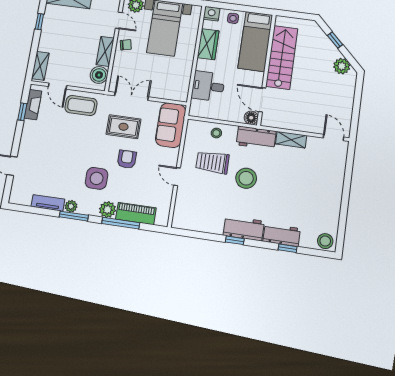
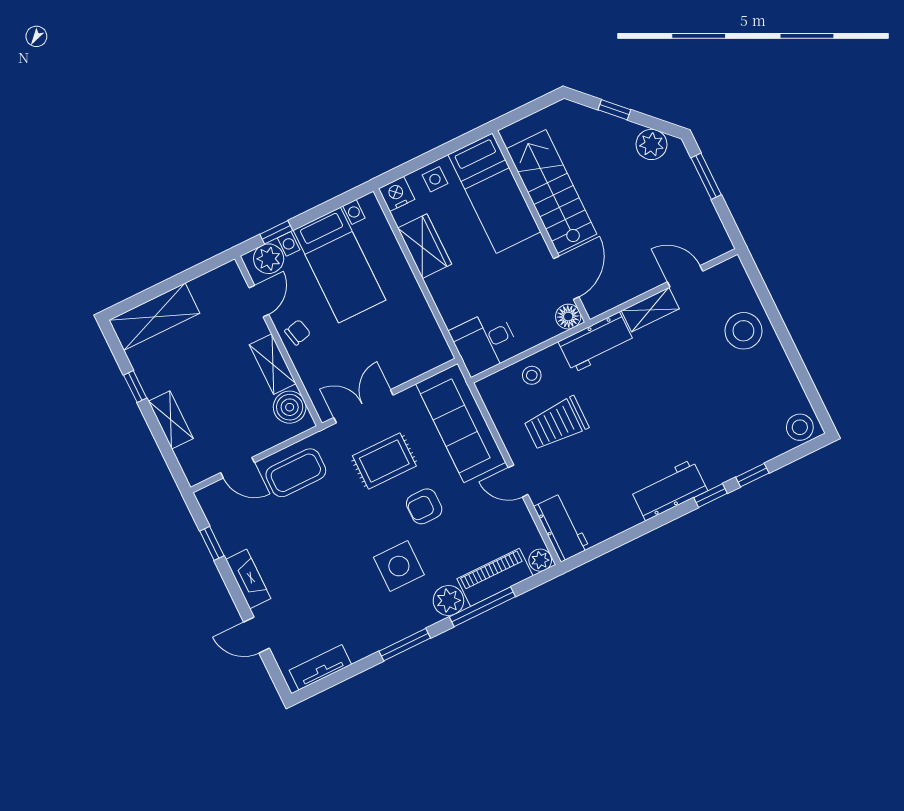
door: (119, 20) -> (259, 301), hinge flipped
shelving: (40, 66) -> (171, 420), moved
desk: (208, 86) -> (485, 342), moved
window: (358, 97) -> (706, 176), added
door: (262, 100) -> (566, 278), swing flipped
fireplace: (33, 105) -> (248, 579), moved
sofa: (171, 125) -> (461, 423), width x1.36
door: (333, 137) -> (685, 276), moved
armchair: (127, 159) -> (424, 506), turned -90
stool: (246, 178) -> (743, 331), moved
tv unit: (48, 203) -> (320, 667), moved
plant: (71, 206) -> (540, 560), moved
workbench: (282, 235) -> (562, 527), moved, turned 90
window: (235, 240) -> (711, 496), moved

